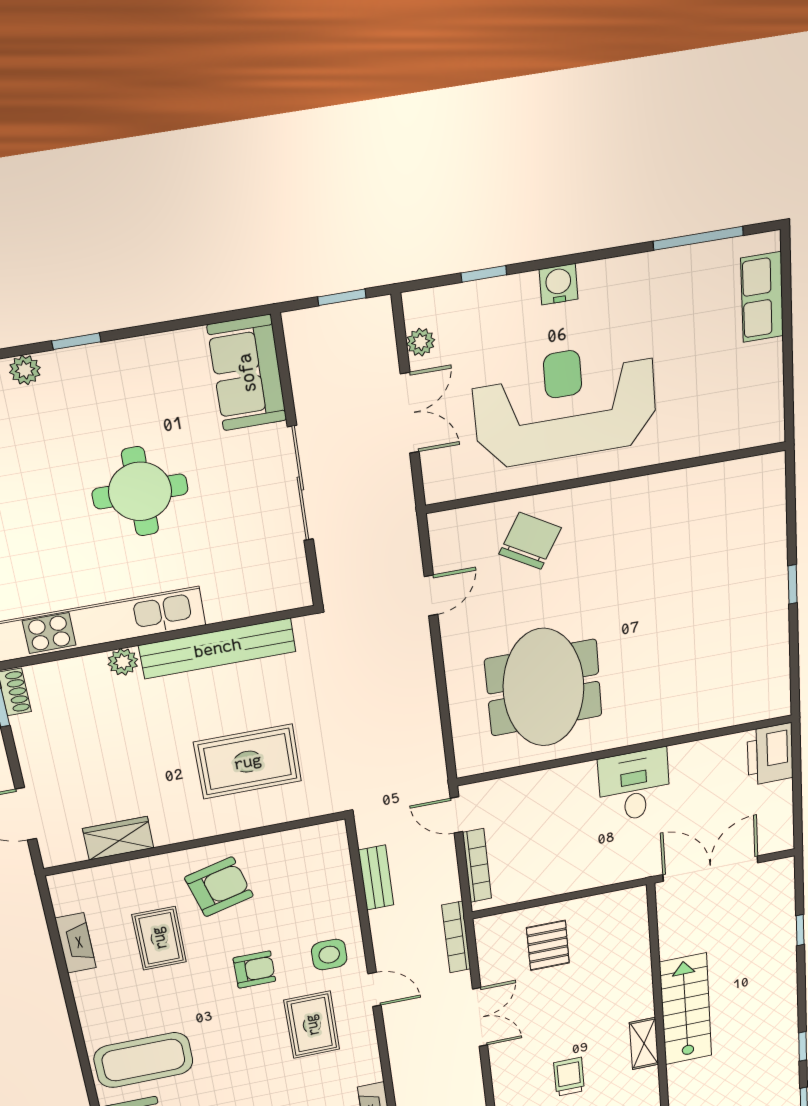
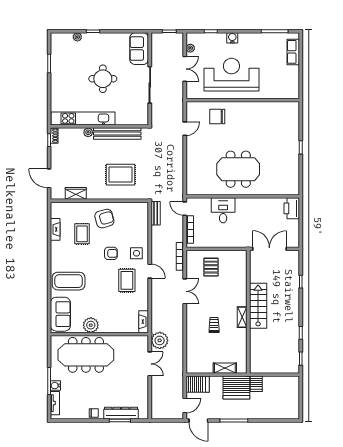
chair: (530, 541) -> (217, 116), turned -121
meeting table: (544, 688) -> (238, 169), moved, turned 90
desk: (634, 785) -> (223, 210), moved
bench: (376, 878) -> (156, 213), moved

